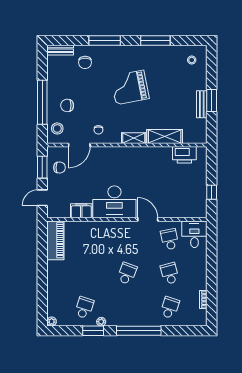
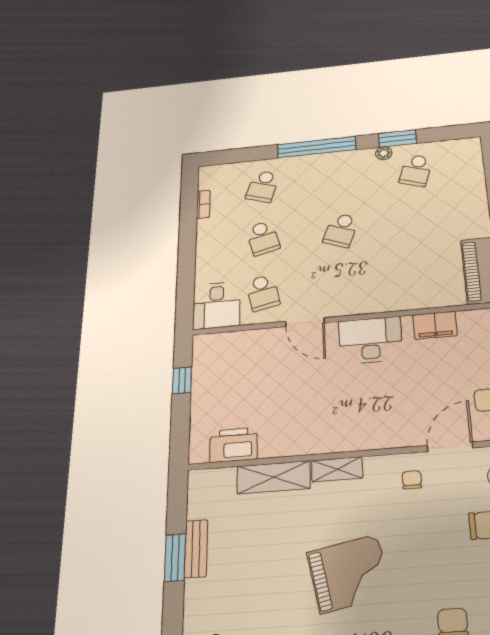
desk: (114, 202) -> (370, 340), width x0.73, depth x0.77
plant: (52, 321) -> (473, 144), removed

